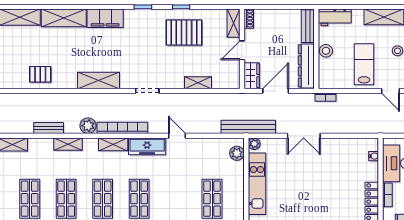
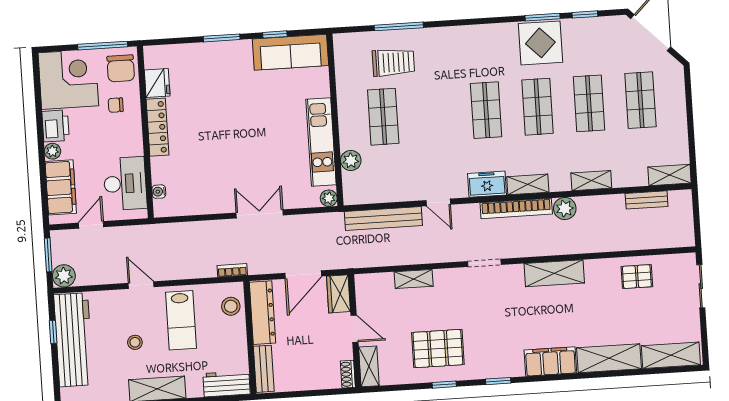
door: (242, 50) -> (354, 329), hinge flipped
stool: (326, 51) -> (231, 306), moved
bench: (248, 127) -> (383, 219), moved
bench: (49, 128) -> (647, 200), moved
freezer: (147, 146) -> (487, 184), width x0.71
plant: (237, 153) -> (351, 160), moved
bookcase: (387, 195) -> (136, 138), removed

